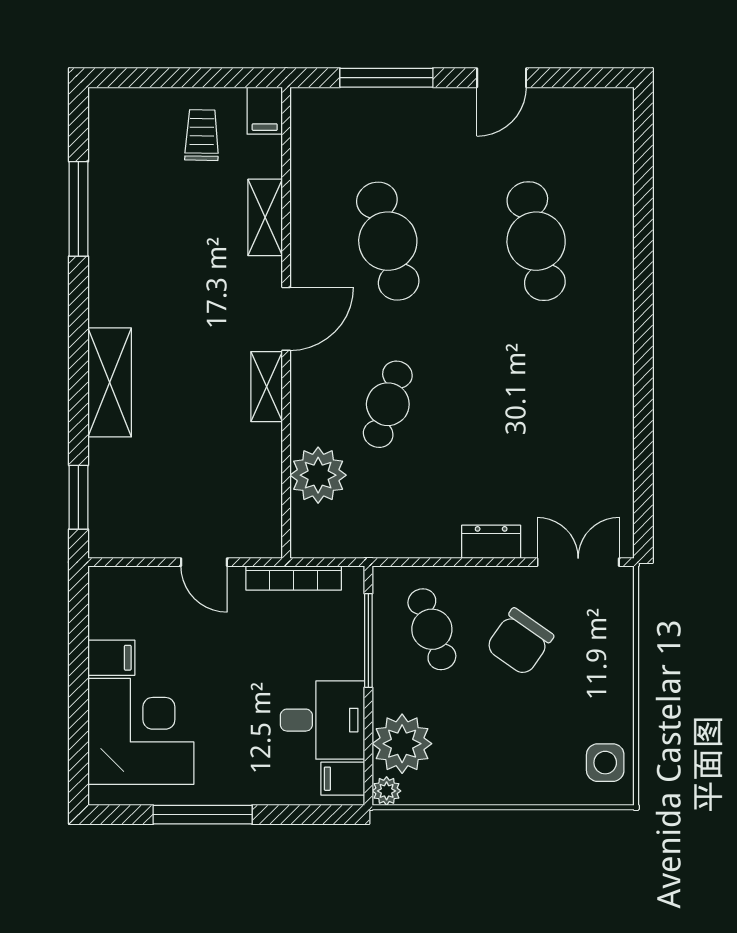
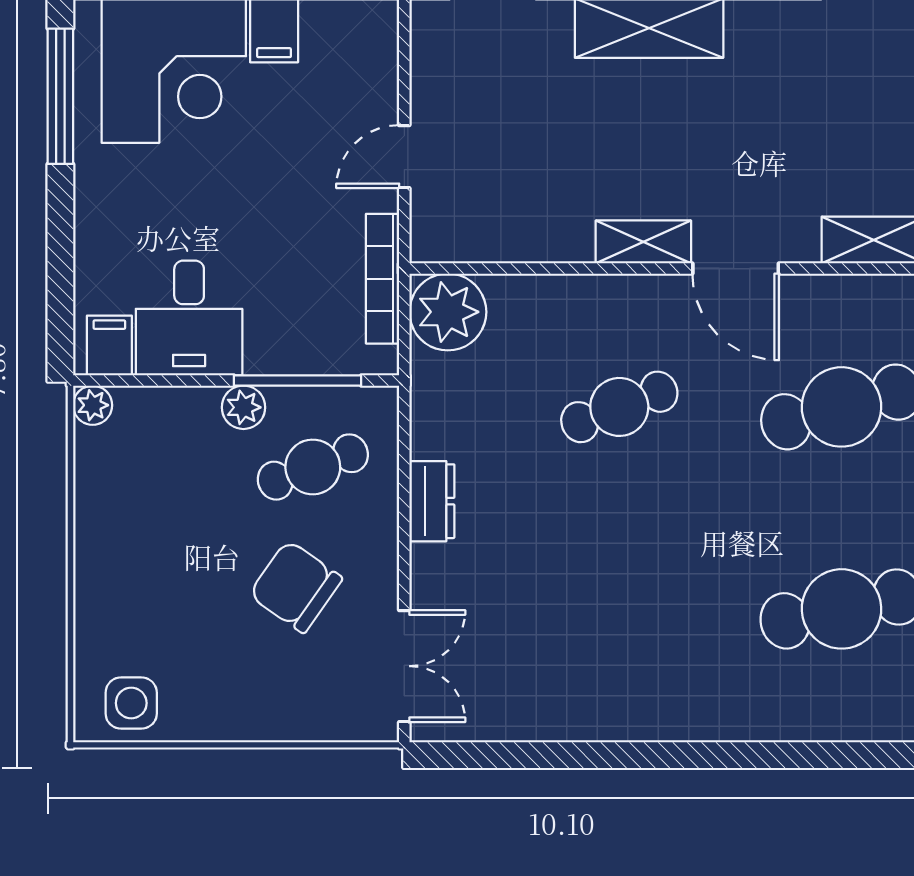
cafe table: (388, 404) -> (619, 407), turned -39
plant: (318, 475) -> (448, 312), moved
dresser: (491, 542) -> (432, 501), moved
plant: (402, 744) -> (243, 407), moved, width x0.53, depth x0.53
window: (203, 815) -> (60, 96), moved

